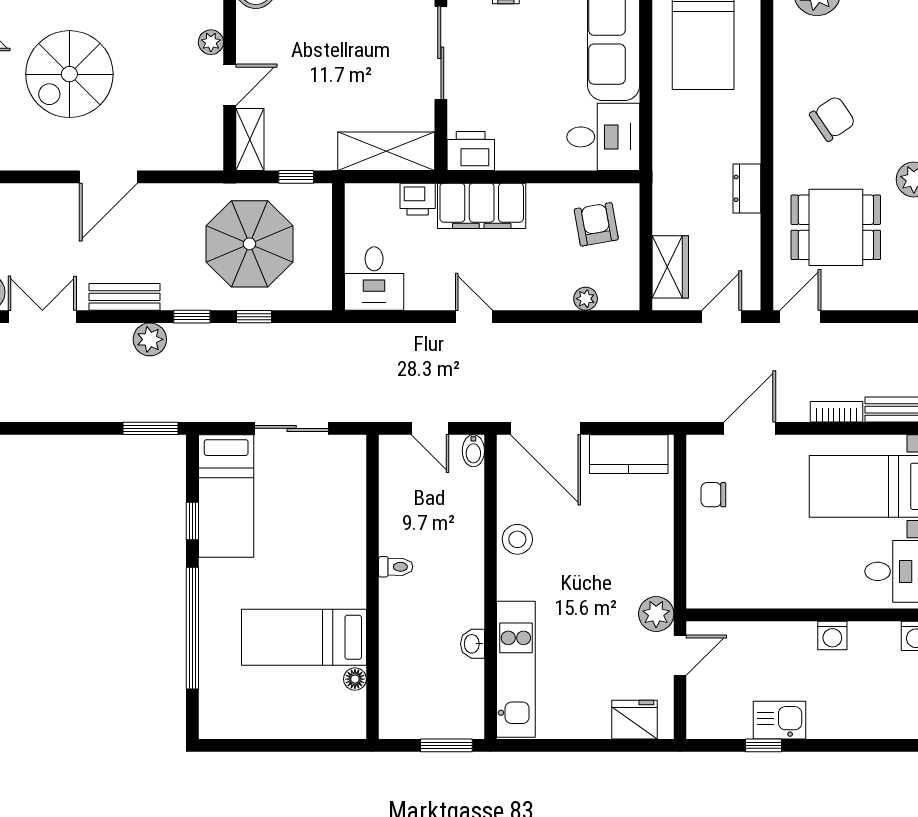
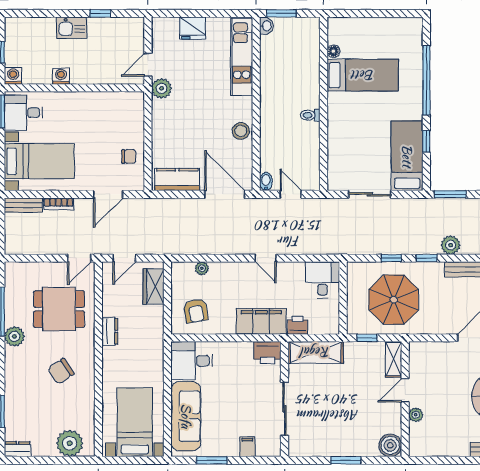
washbasin: (472, 644) -> (266, 26), moved
fridge: (635, 720) -> (193, 28), moved
kitchen sink: (780, 720) -> (72, 28), moved

